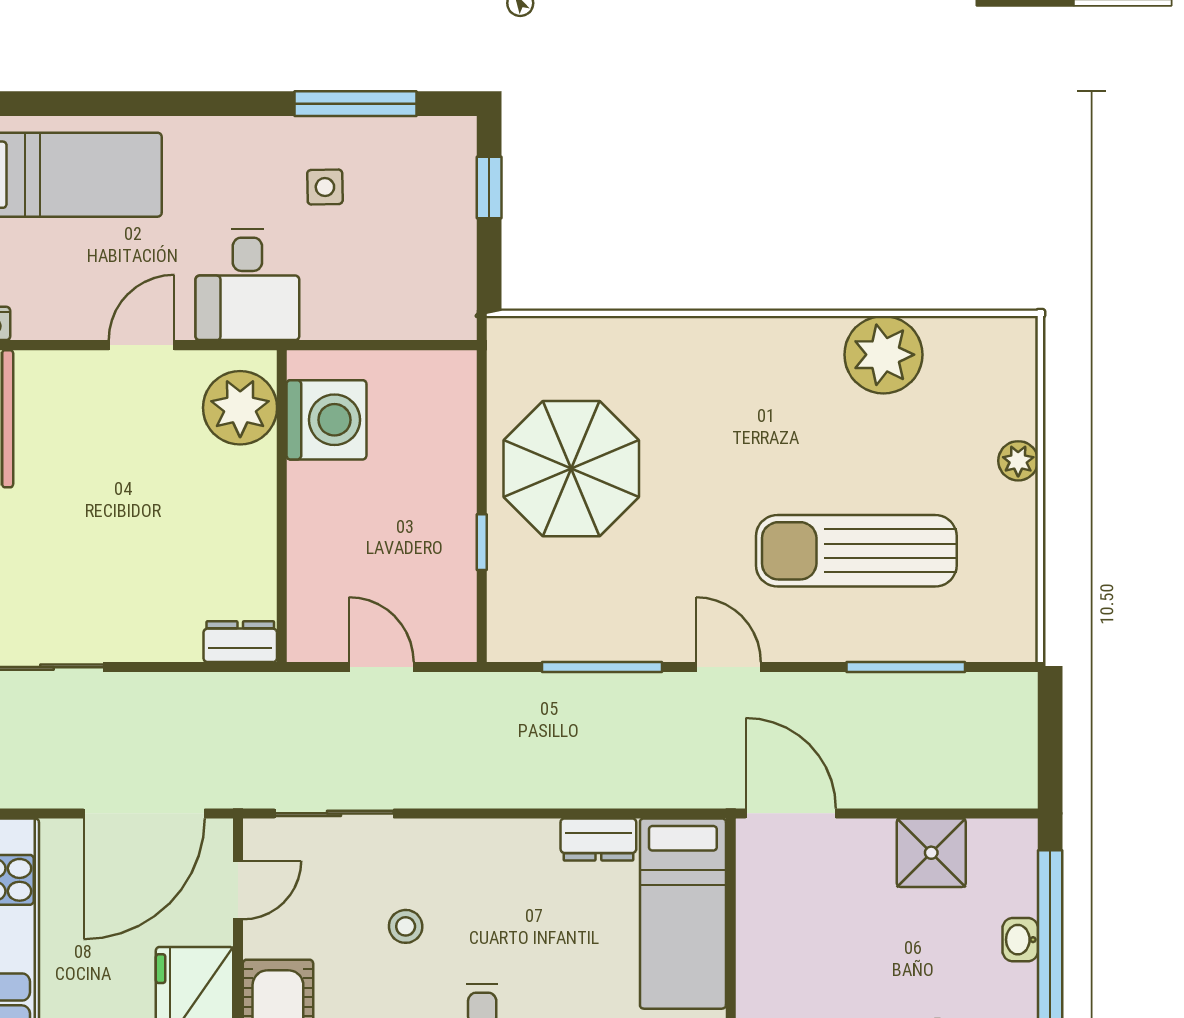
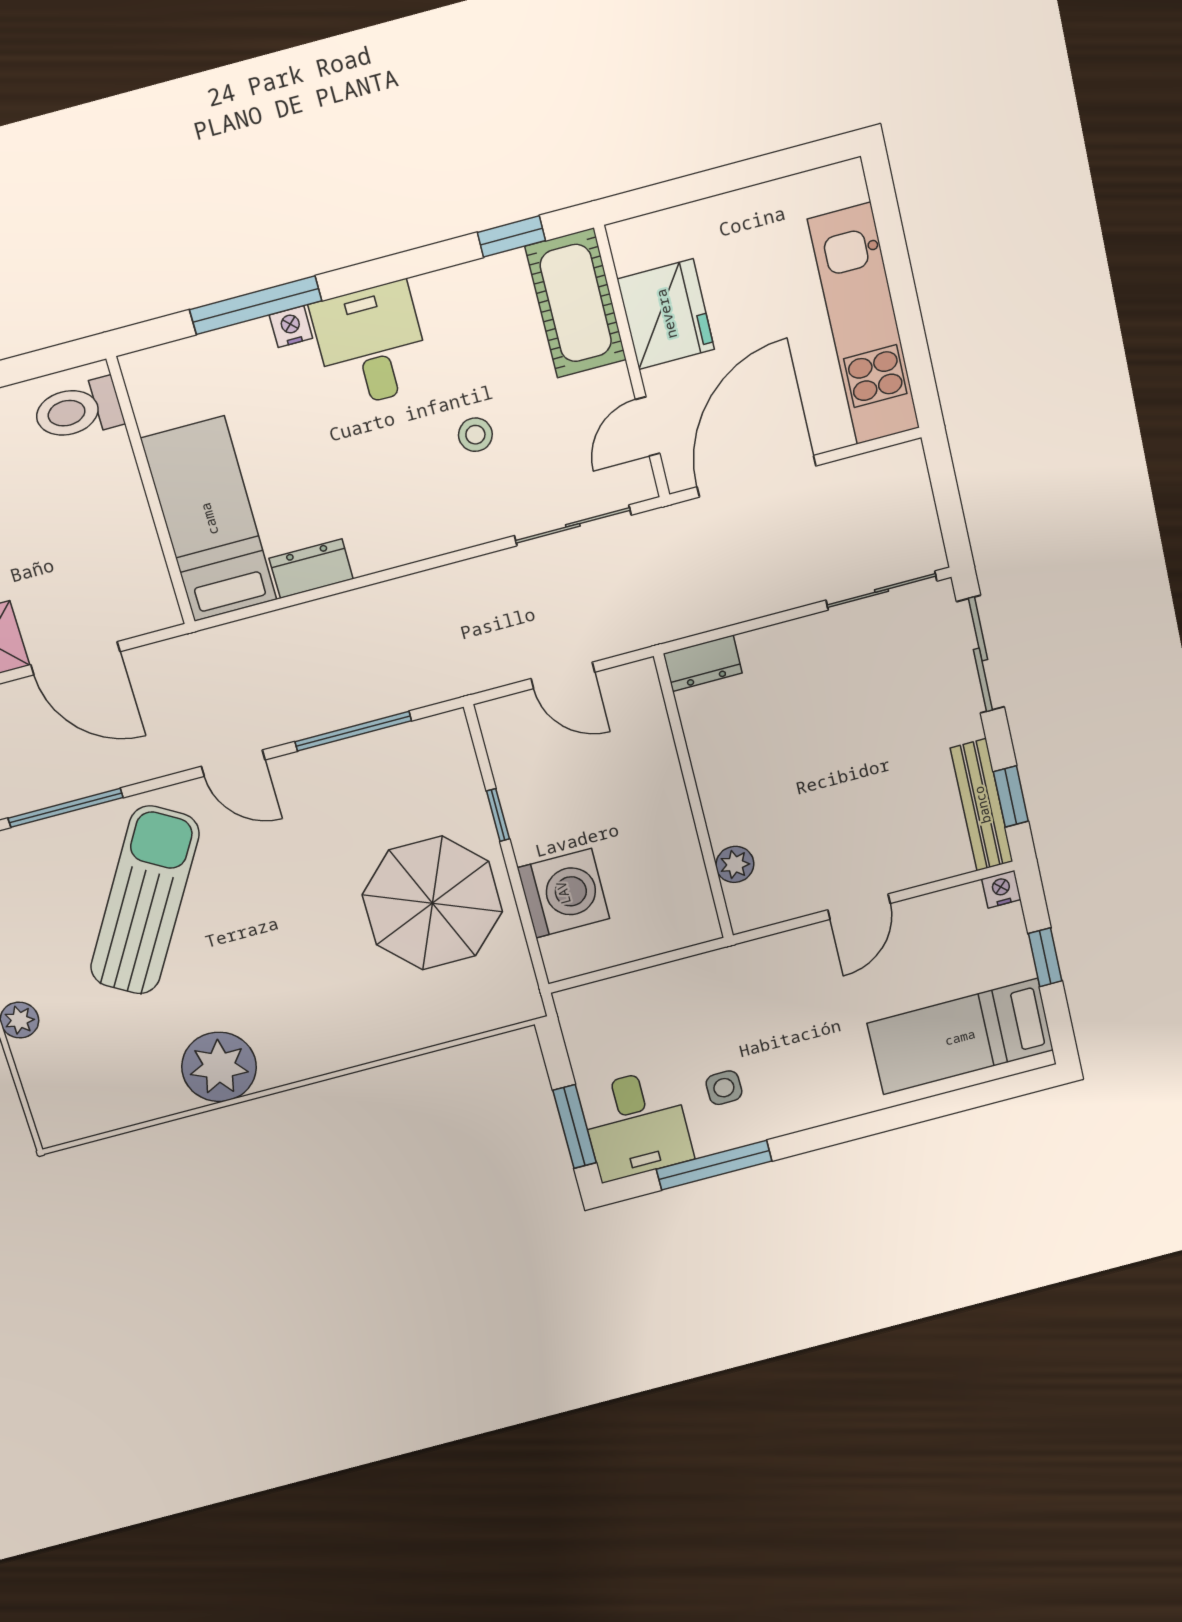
window: (489, 188) -> (575, 1127), width x1.50
desk: (247, 284) -> (636, 1125), moved, turned 180
plant: (883, 355) -> (219, 1067), moved
plant: (240, 408) -> (735, 864), width x0.53, depth x0.53
washing machine: (327, 420) -> (563, 893), moved, turned 180
sun lounger: (856, 551) -> (145, 900), turned -59
door: (791, 813) -> (75, 658), moved

